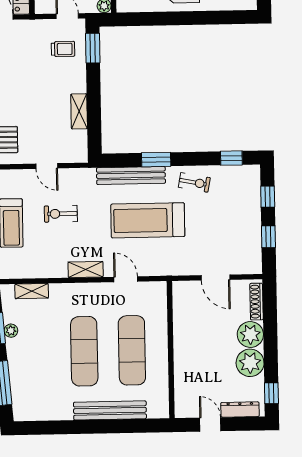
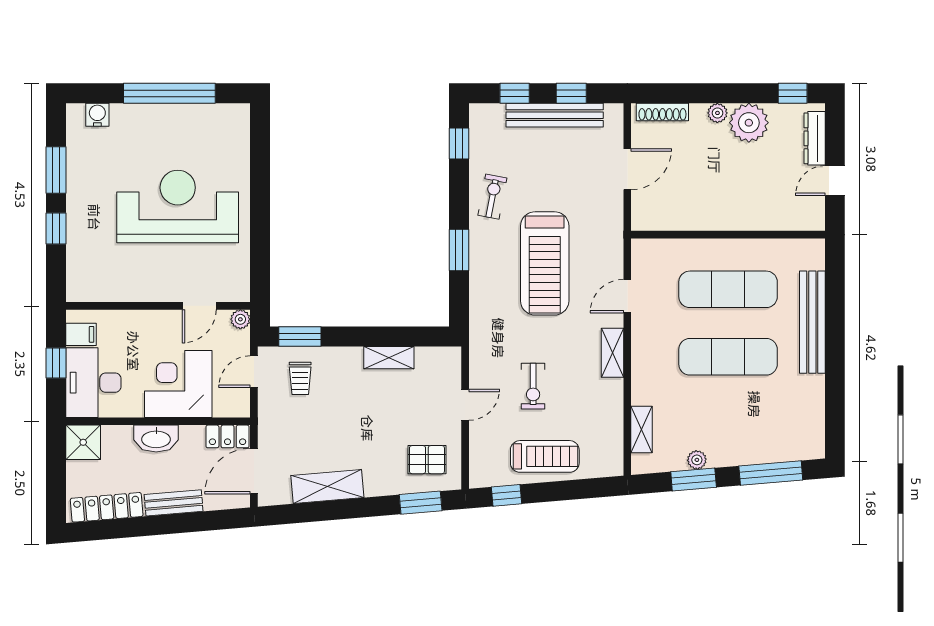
trolley: (63, 49) -> (300, 378), turned 180
bench: (131, 175) -> (555, 115), moved, turned 90
plant: (250, 335) -> (717, 113), width x0.53, depth x0.53

